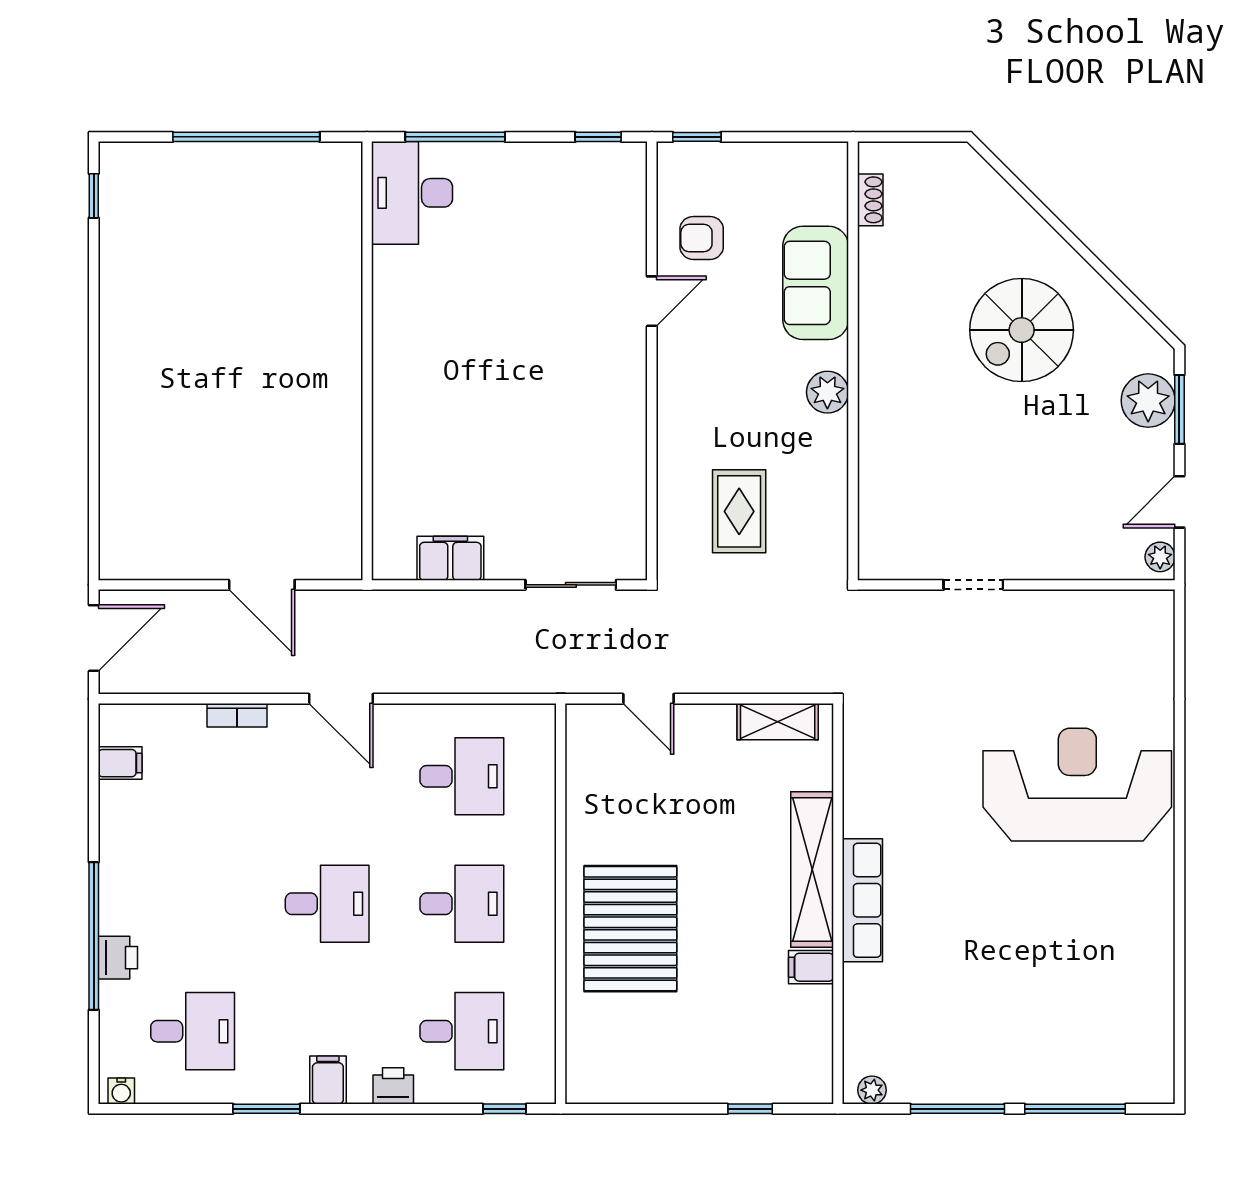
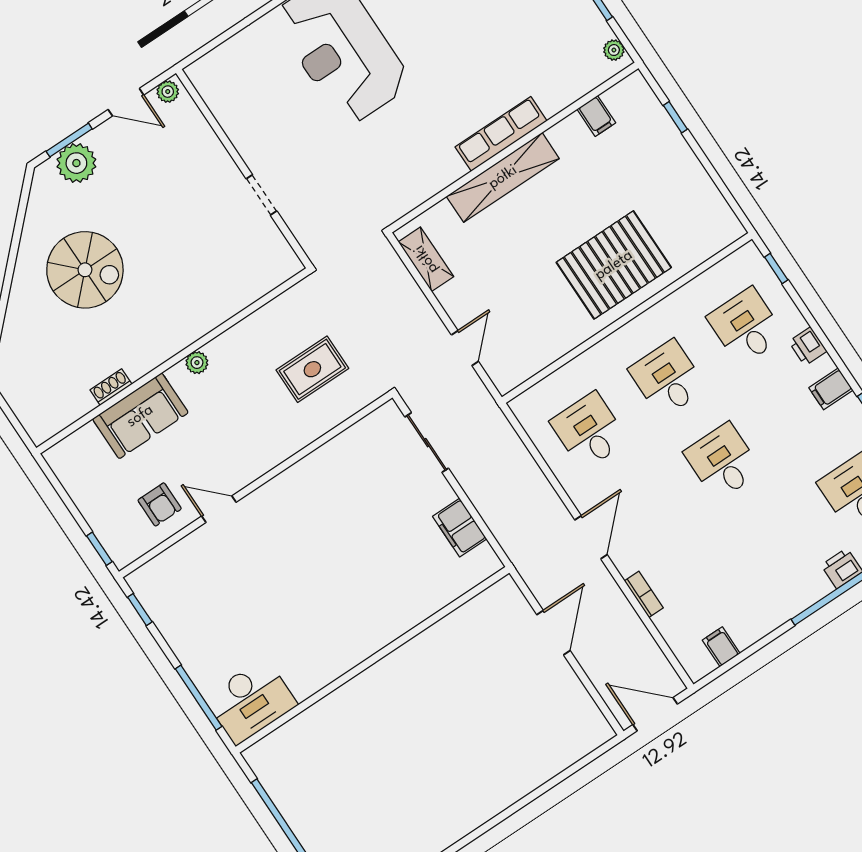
shoe rack: (870, 200) -> (111, 387), moved
plant: (827, 392) -> (197, 363), width x0.73, depth x0.73
filing cabinet: (811, 967) -> (596, 116), moved

